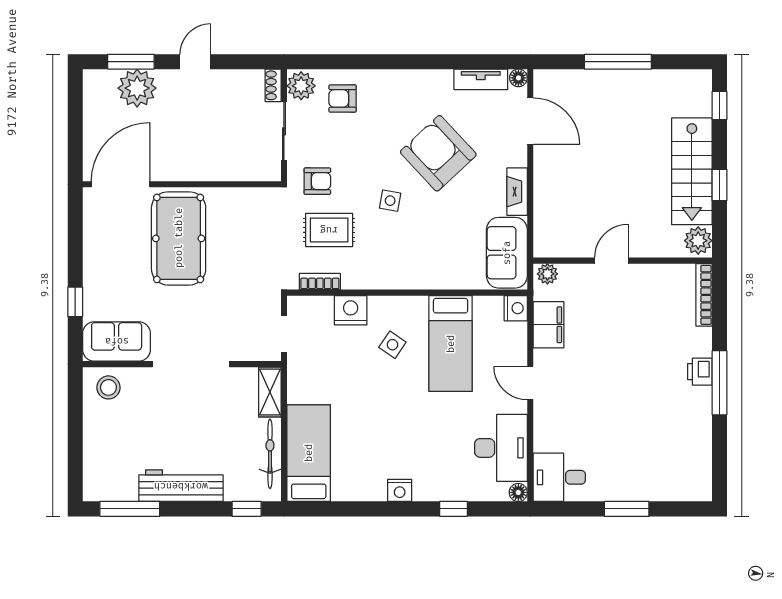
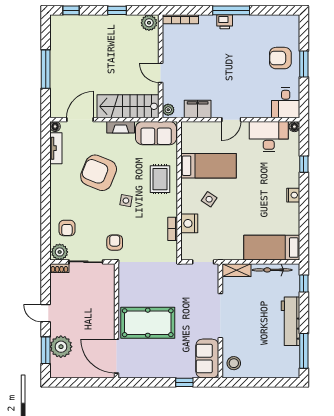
armchair: (438, 153) -> (99, 173), turned 65
stairs: (692, 171) -> (128, 106), moved, turned 180
rug: (329, 230) -> (160, 179), moved
bookcase: (320, 281) -> (173, 229), moved
nightstand: (516, 308) -> (188, 128), removed
armchair: (637, 468) -> (280, 58), added

